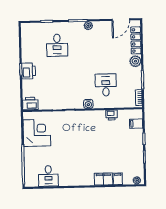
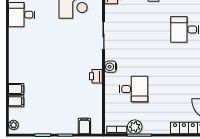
plant: (135, 61) -> (135, 127), moved
printer: (112, 115) -> (96, 76), moved
filing cabinet: (103, 179) -> (16, 89), width x0.50

